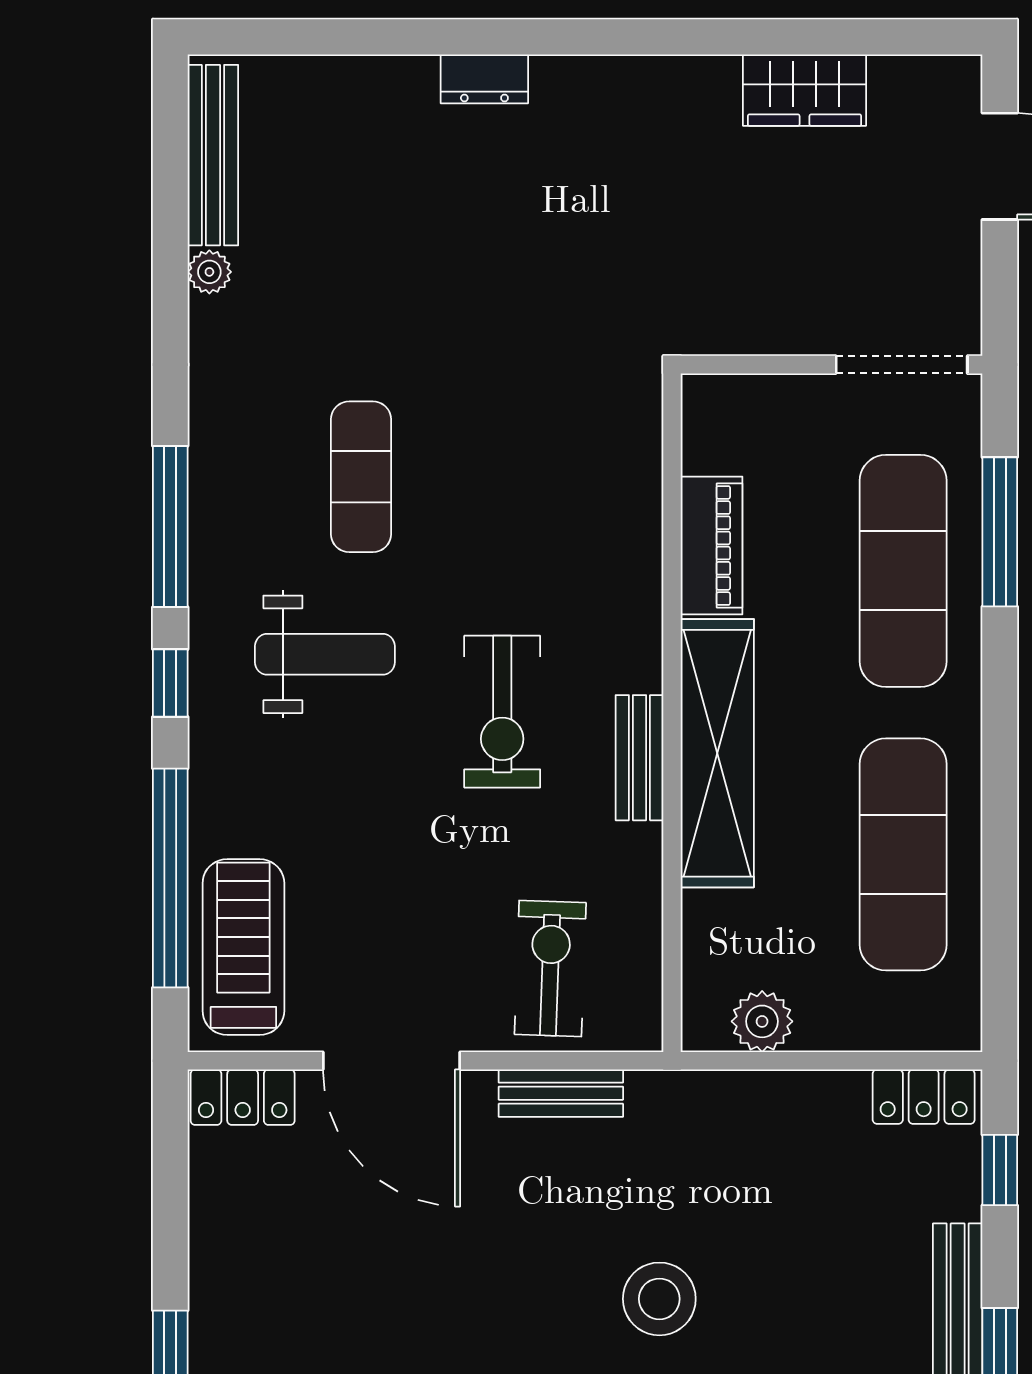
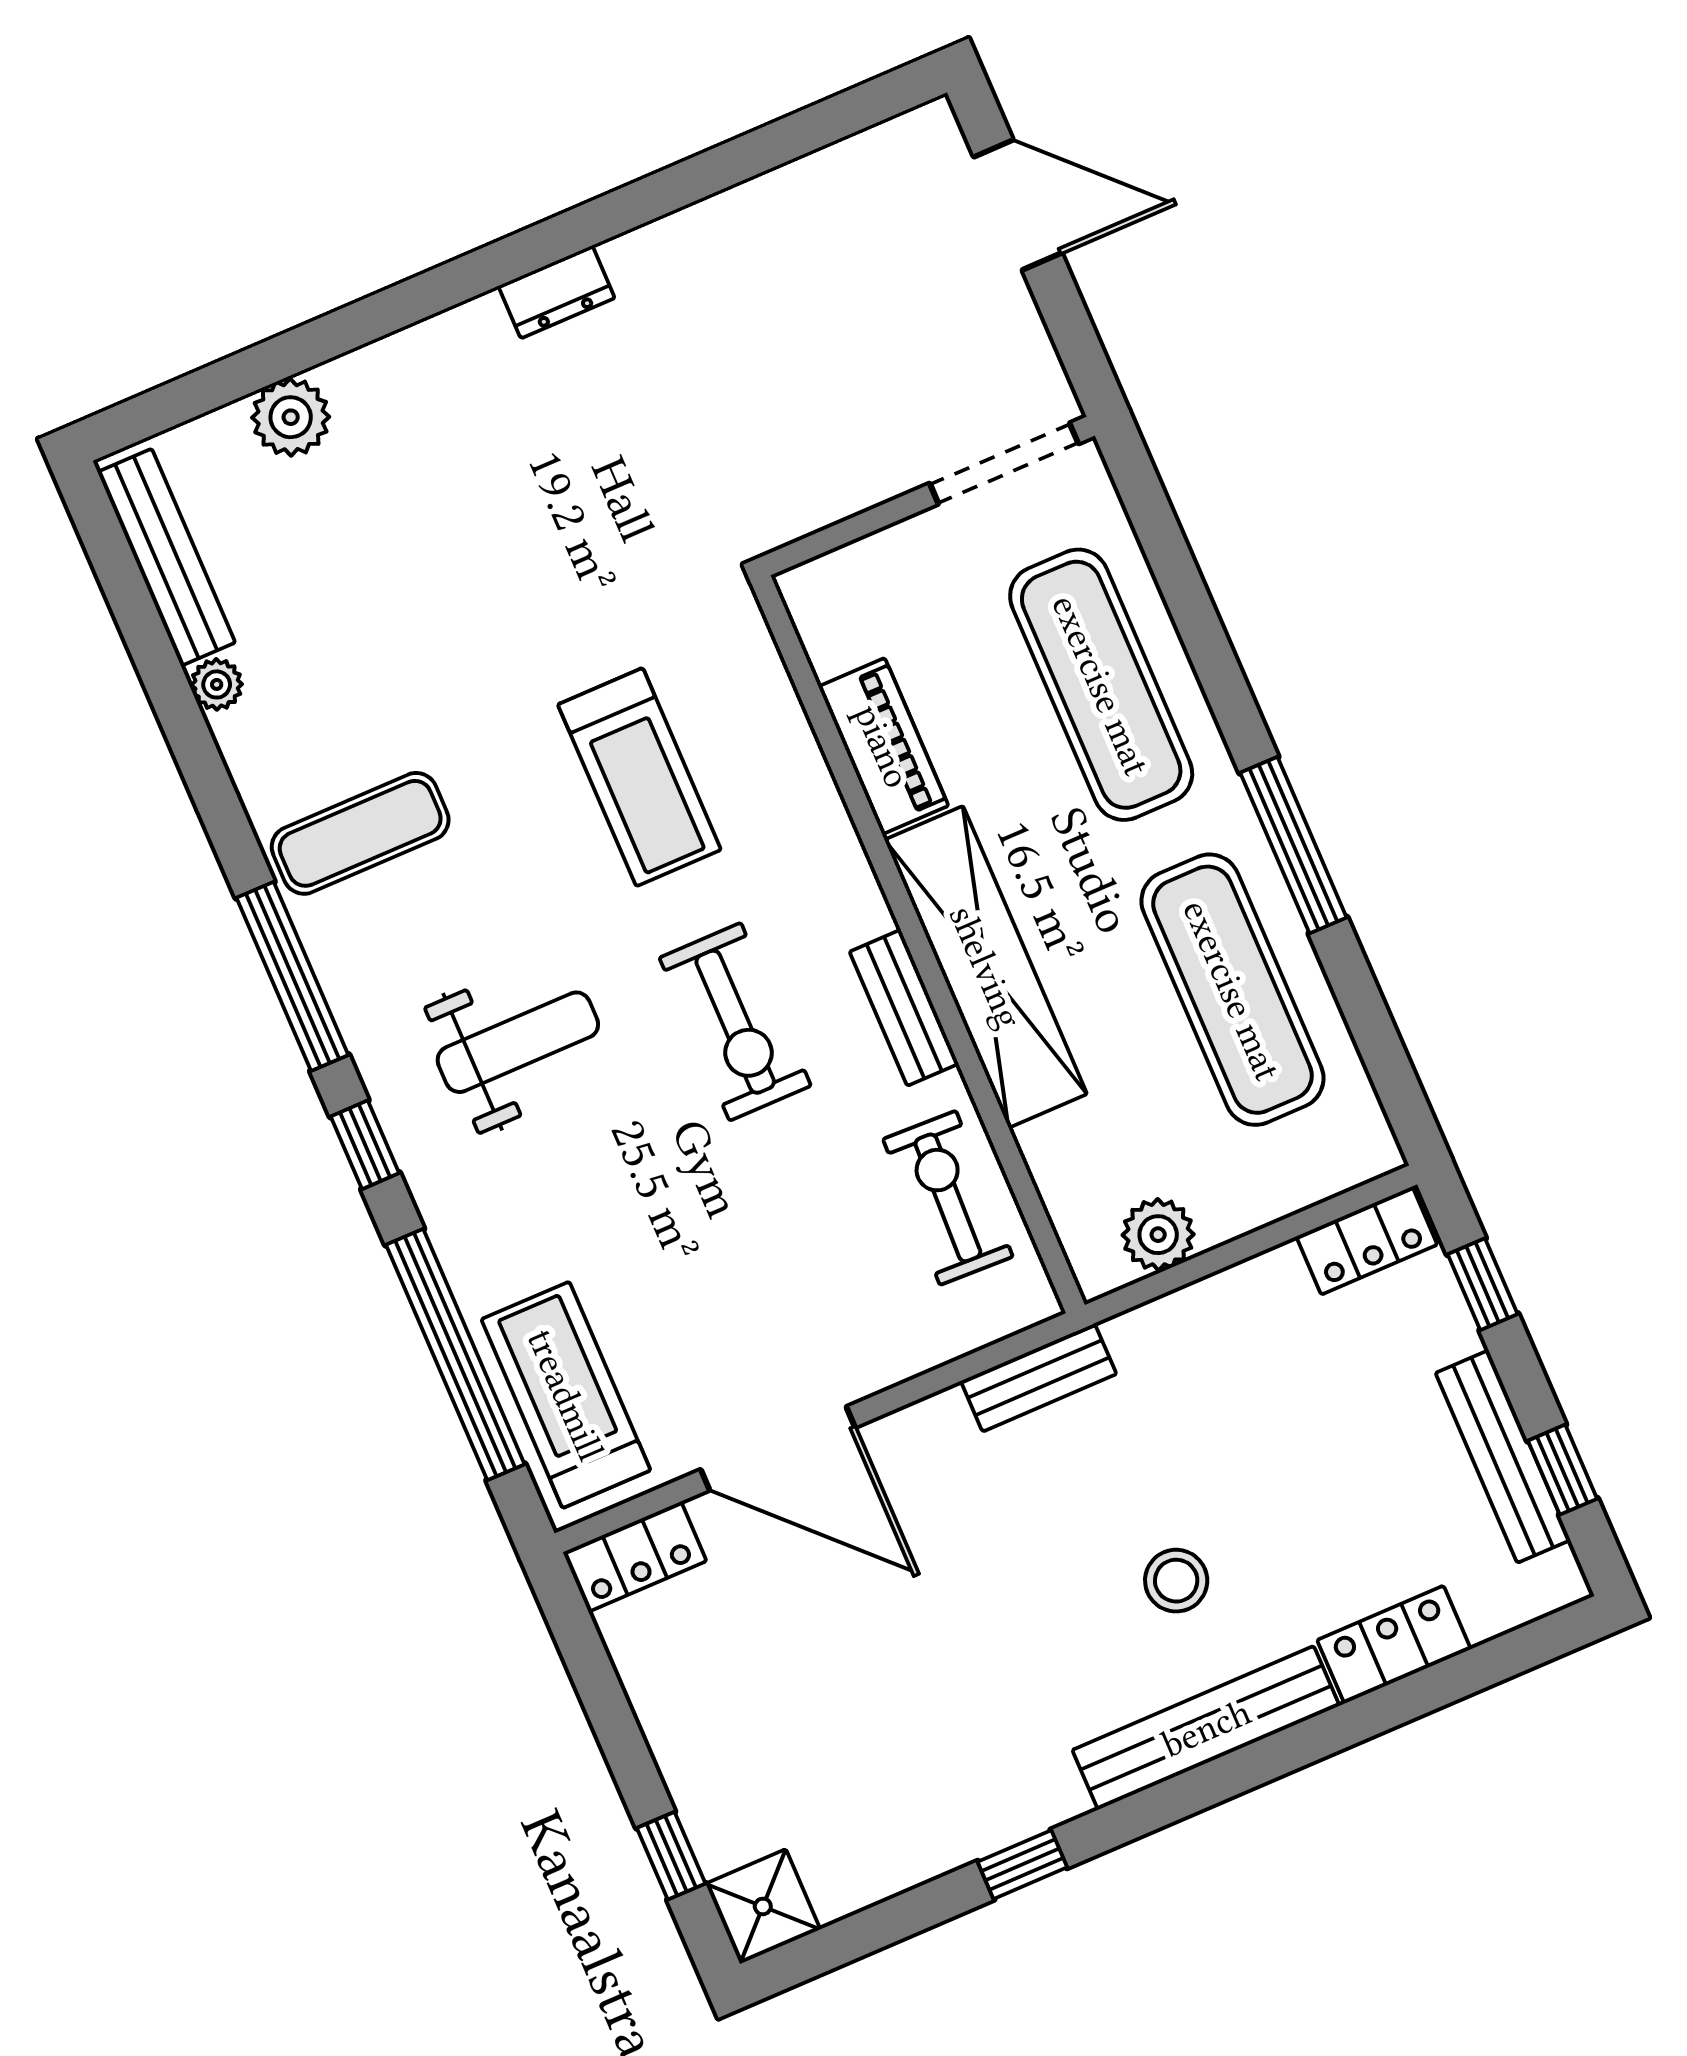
dresser: (484, 79) -> (557, 292), moved
plant: (358, 87) -> (291, 417), added
wardrobe: (805, 90) -> (772, 213), removed
exercise mat: (361, 477) -> (360, 833), moved, turned 90
treadmill: (510, 487) -> (639, 777), added
window: (1000, 532) -> (1293, 845), moved
exercise bike: (550, 969) -> (948, 1198), moved
bench: (561, 1093) -> (1039, 1378), moved
stool: (659, 1299) -> (1176, 1581), width x0.73, depth x0.73

